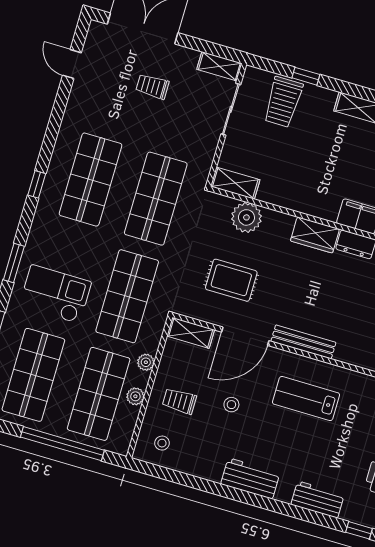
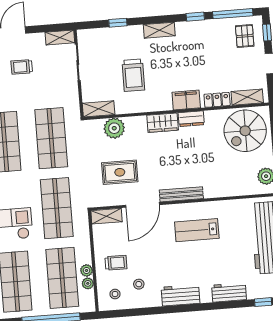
trolley: (283, 102) -> (133, 75), moved
plant: (146, 362) -> (88, 283), moved
trolley: (179, 401) -> (116, 263), turned 180
stool: (231, 405) -> (139, 284), moved

